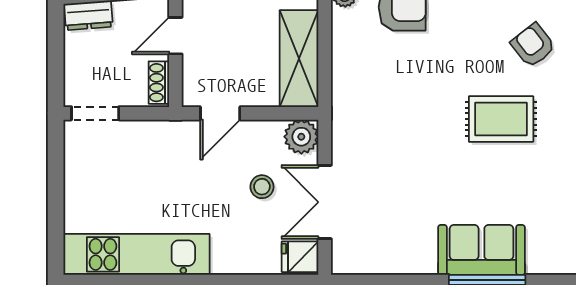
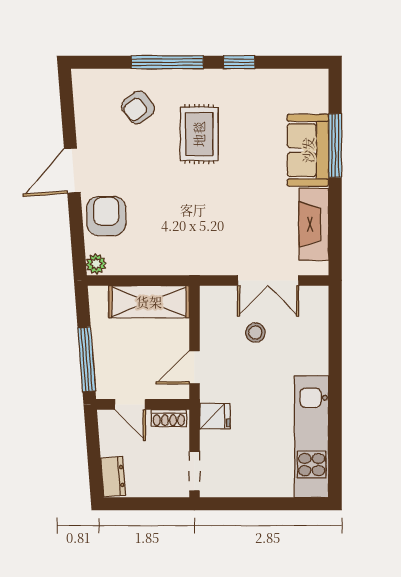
door: (220, 113) -> (194, 367), swing flipped
plant: (301, 137) -> (214, 300), removed
fridge: (300, 257) -> (215, 416), moved, turned -90
fireplace: (392, 257) -> (314, 224), added

